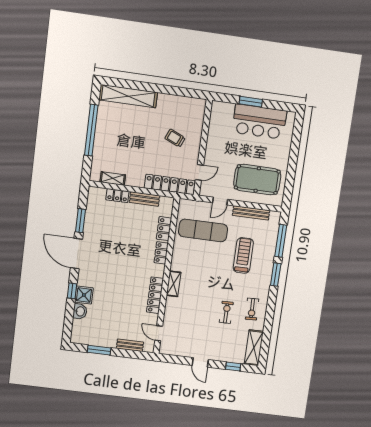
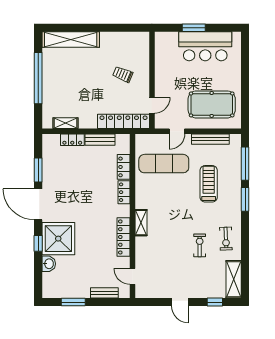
shower: (84, 295) -> (58, 239), width x1.86, depth x1.86

